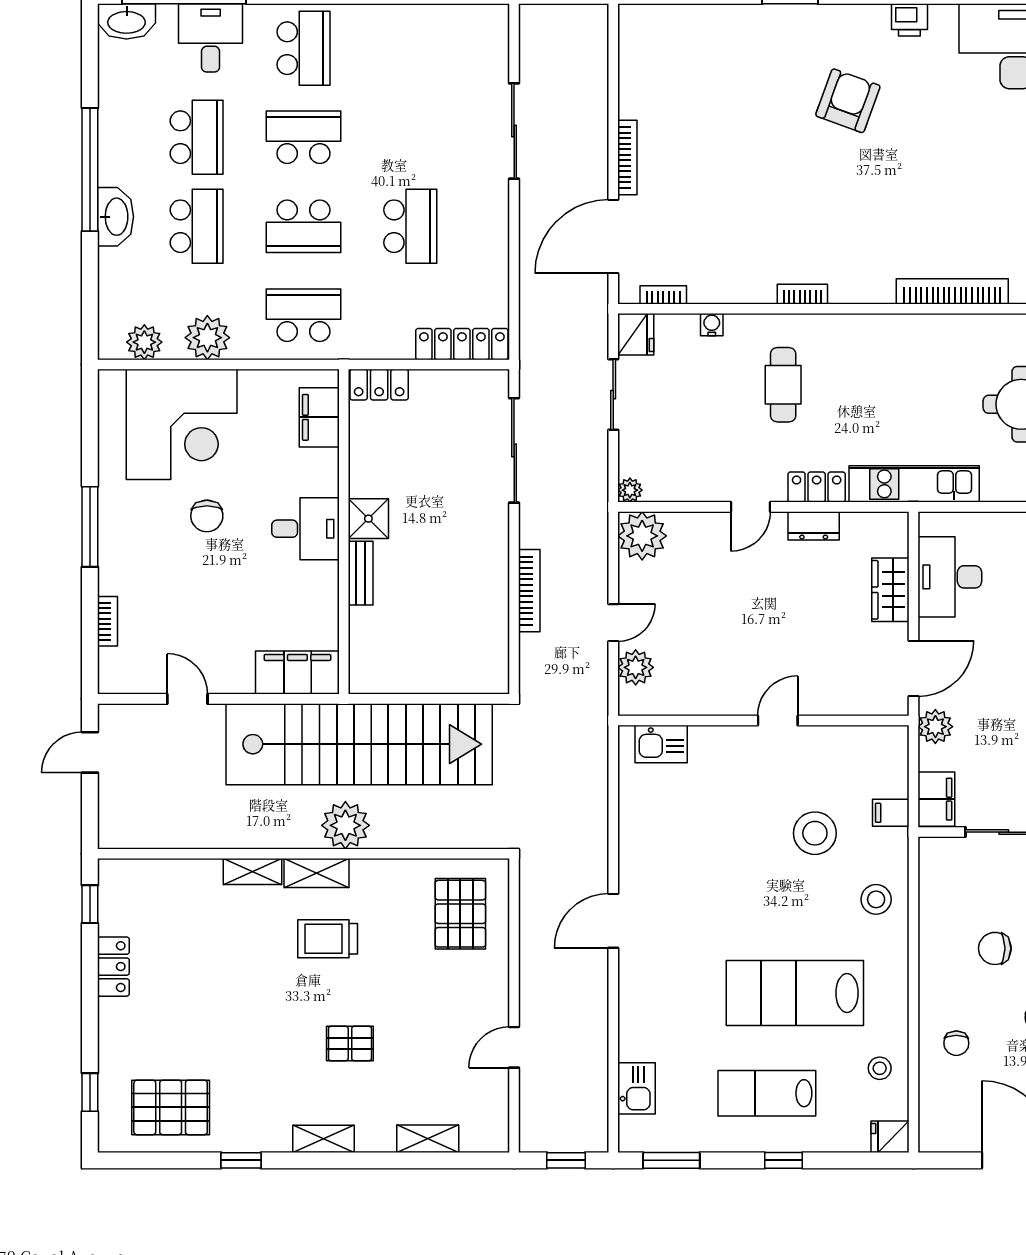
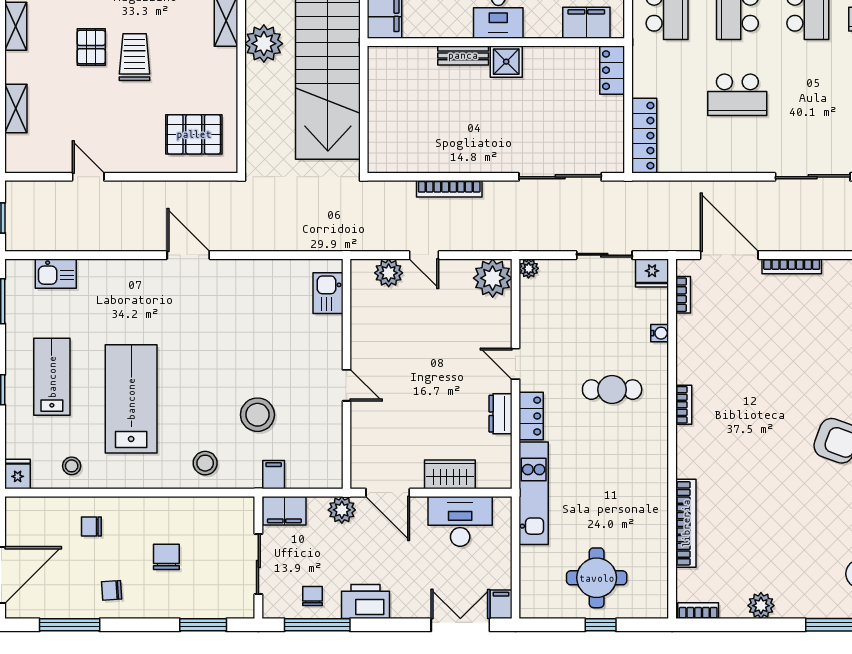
trolley: (328, 939) -> (135, 57), moved

